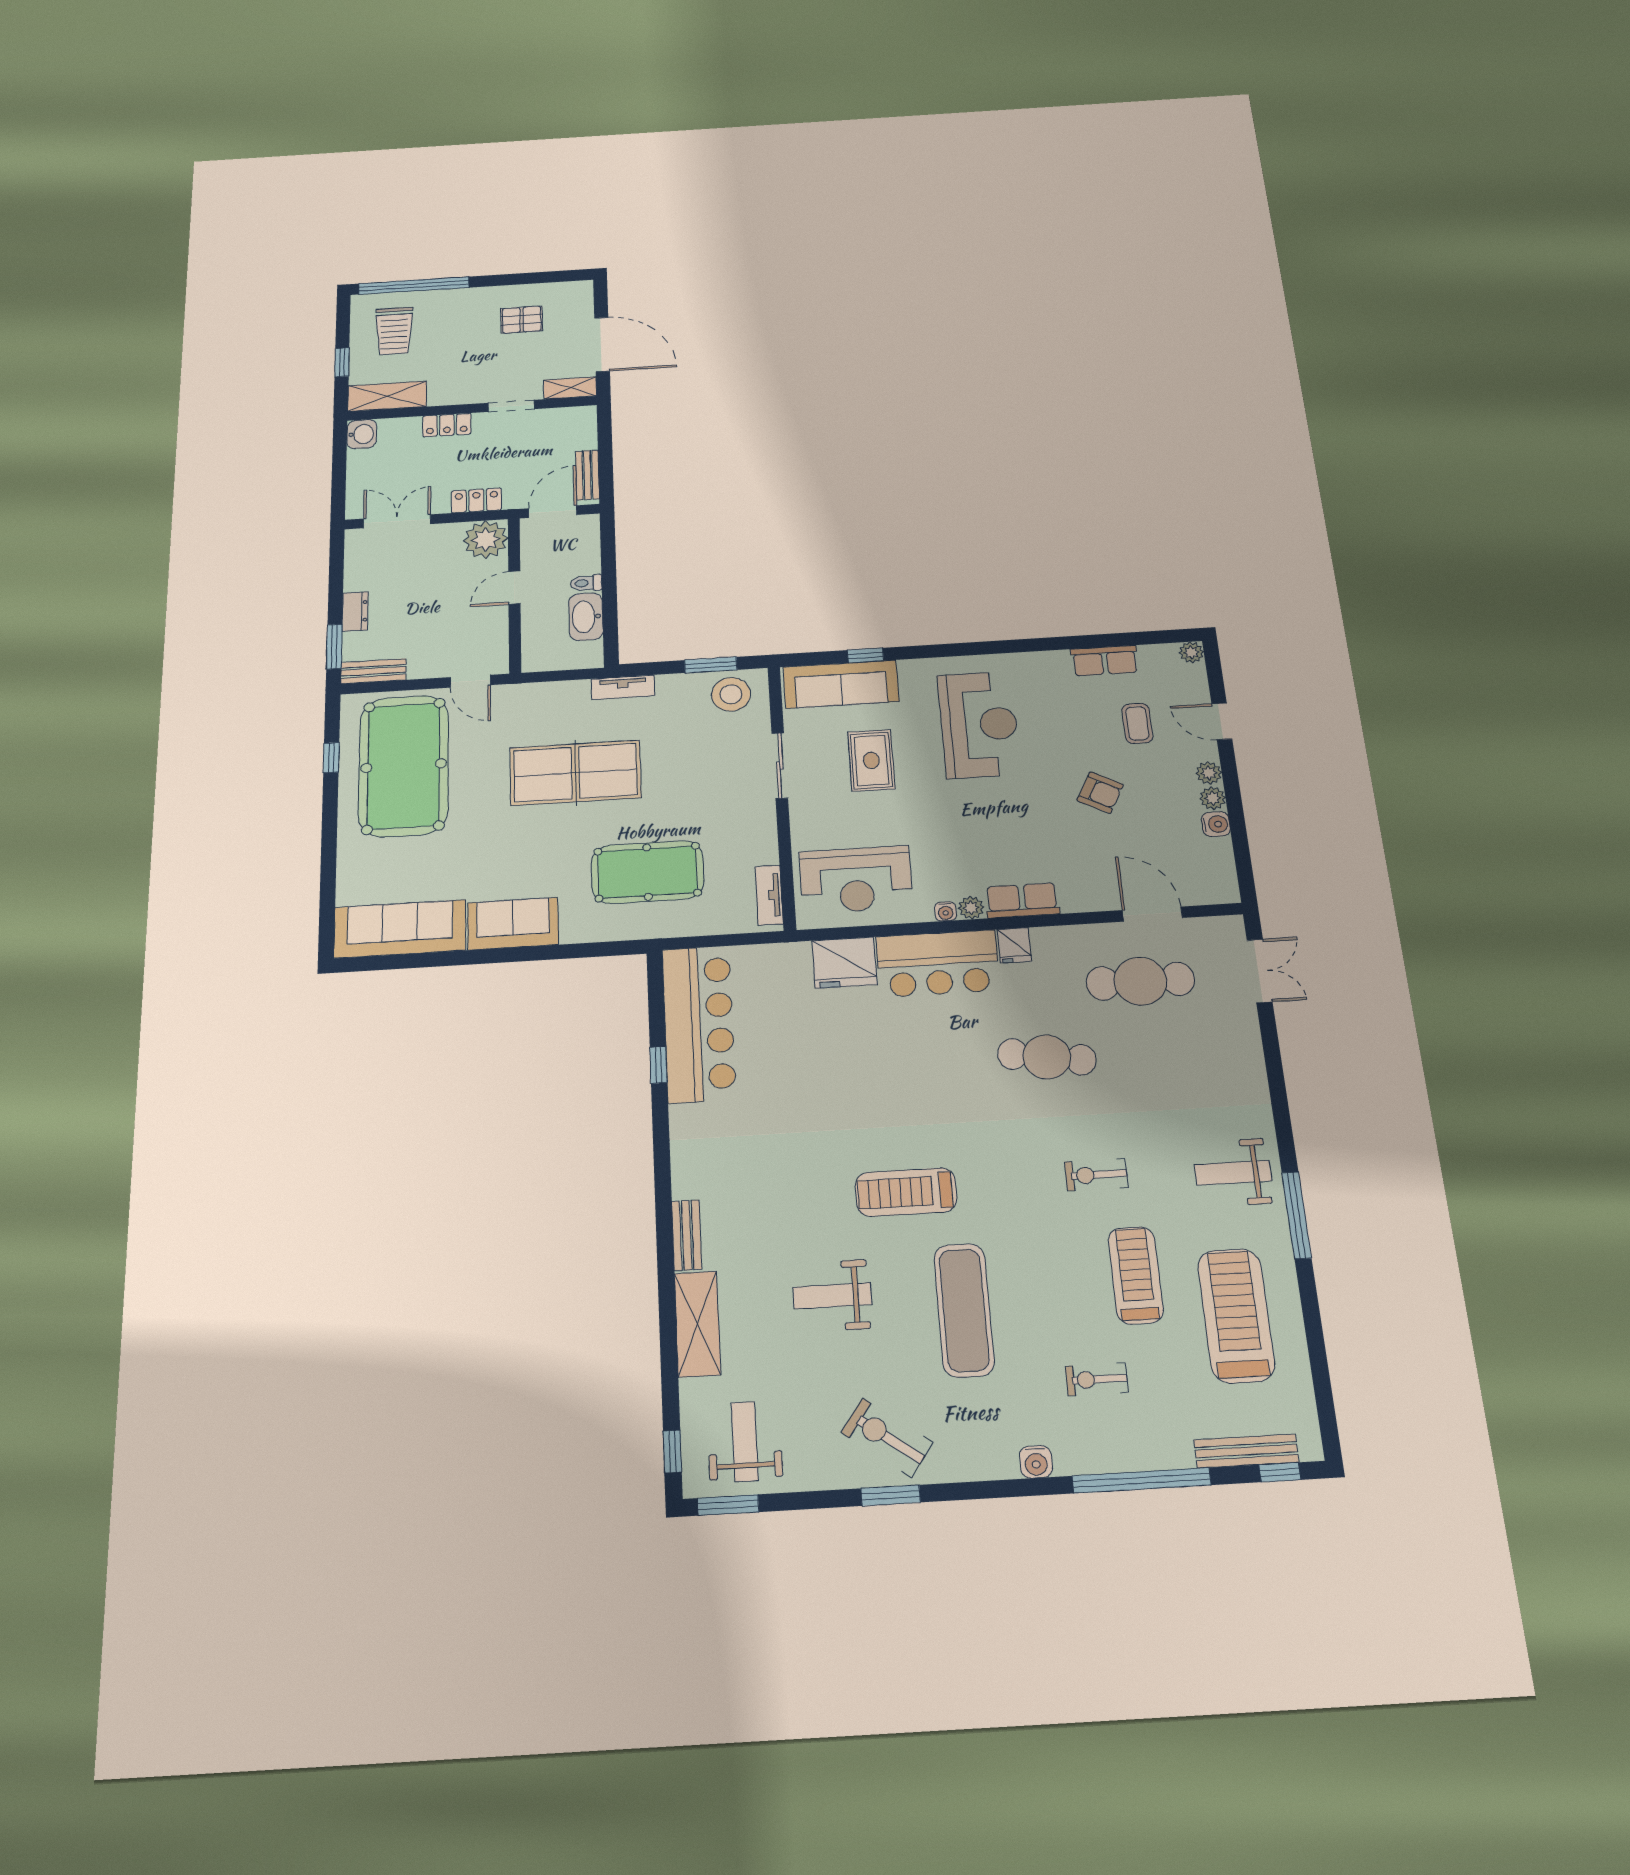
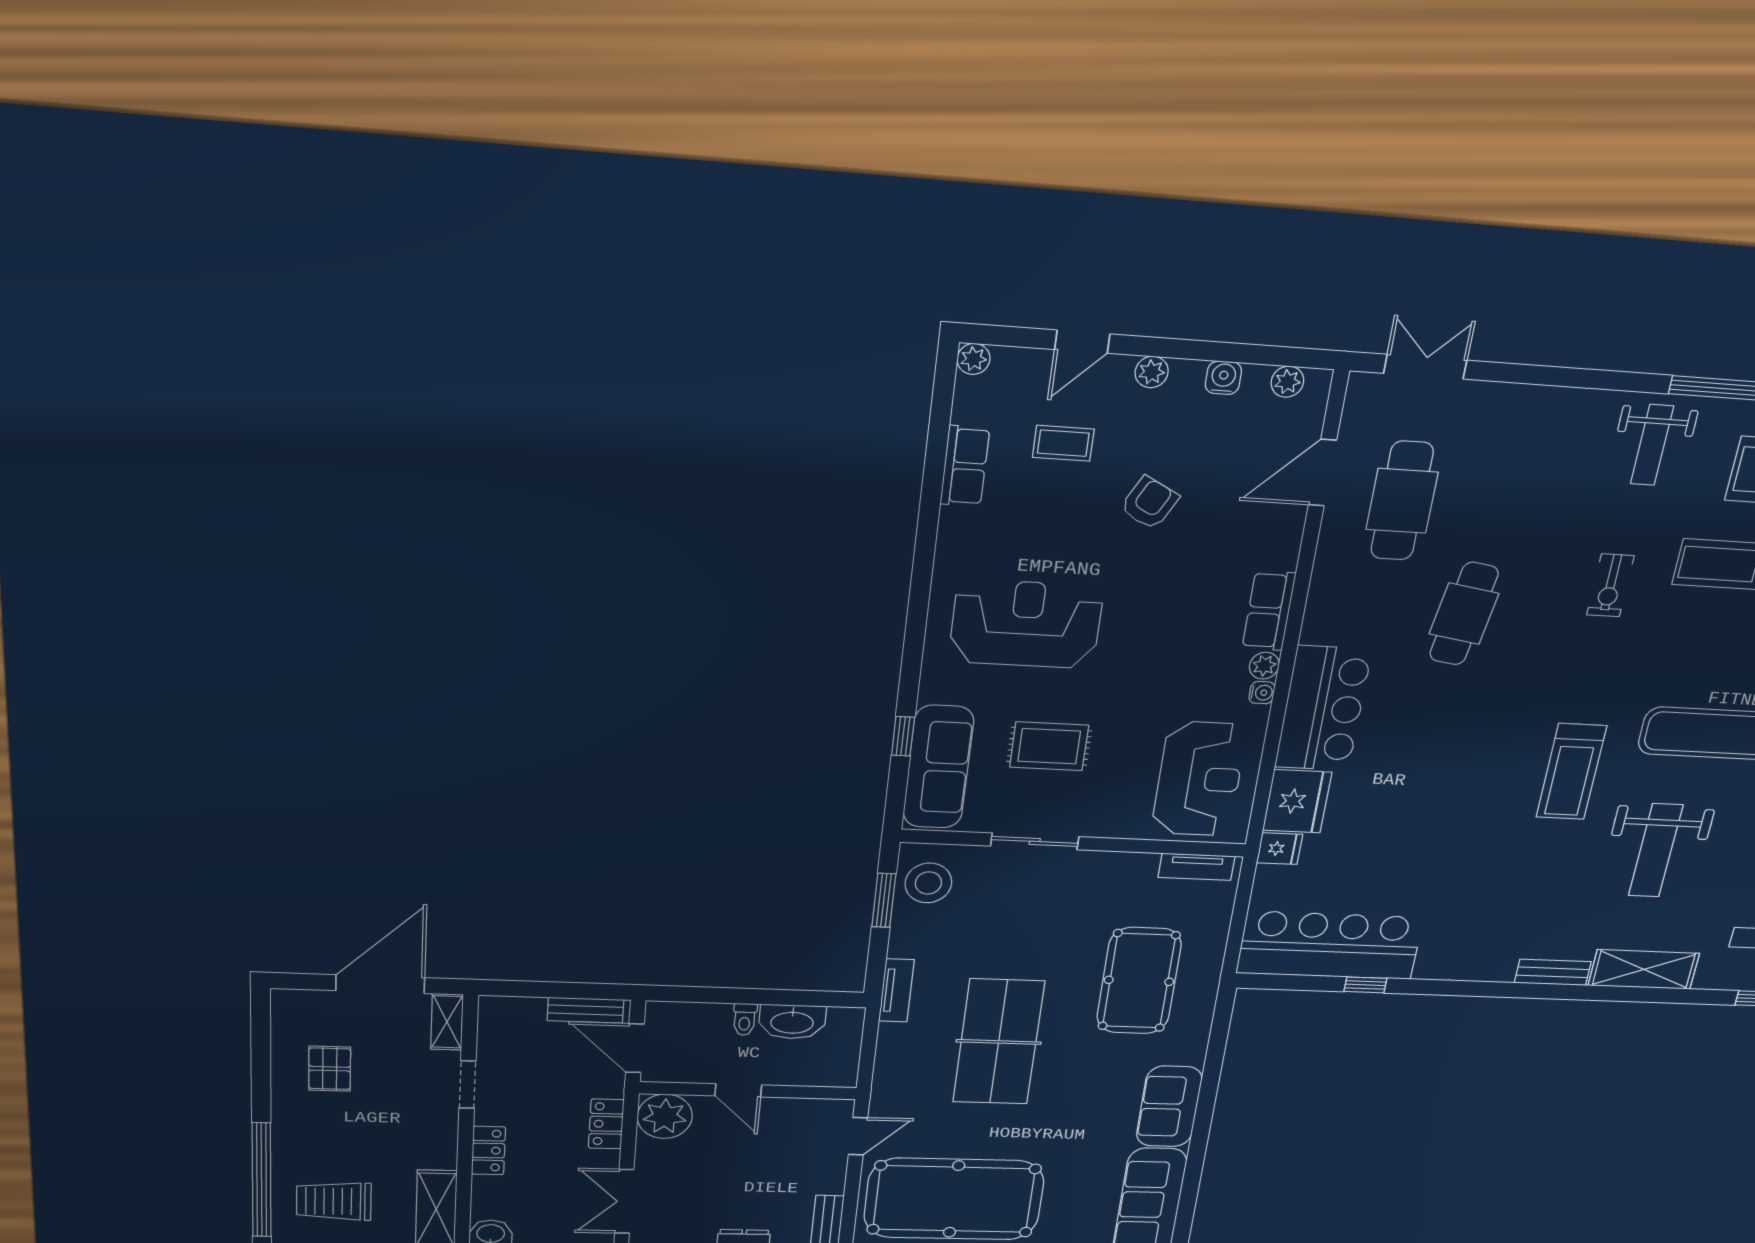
trolley: (394, 331) -> (334, 1201), turned 180
plant: (1213, 798) -> (1287, 382), moved
fridge: (1014, 945) -> (1280, 849), moved
weight bench: (832, 1296) -> (1656, 850), width x1.36, depth x1.33

